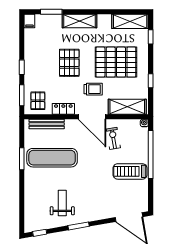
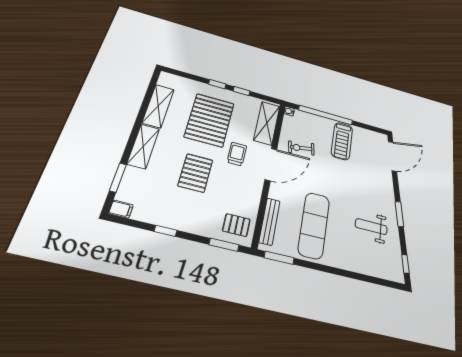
shelving: (130, 21) -> (158, 106), moved
window: (151, 37) -> (217, 84), moved
pallet: (69, 63) -> (195, 173), turned 90
window: (22, 67) -> (166, 231), moved
locker: (63, 109) -> (254, 195), removed
window: (22, 159) -> (279, 258), moved

